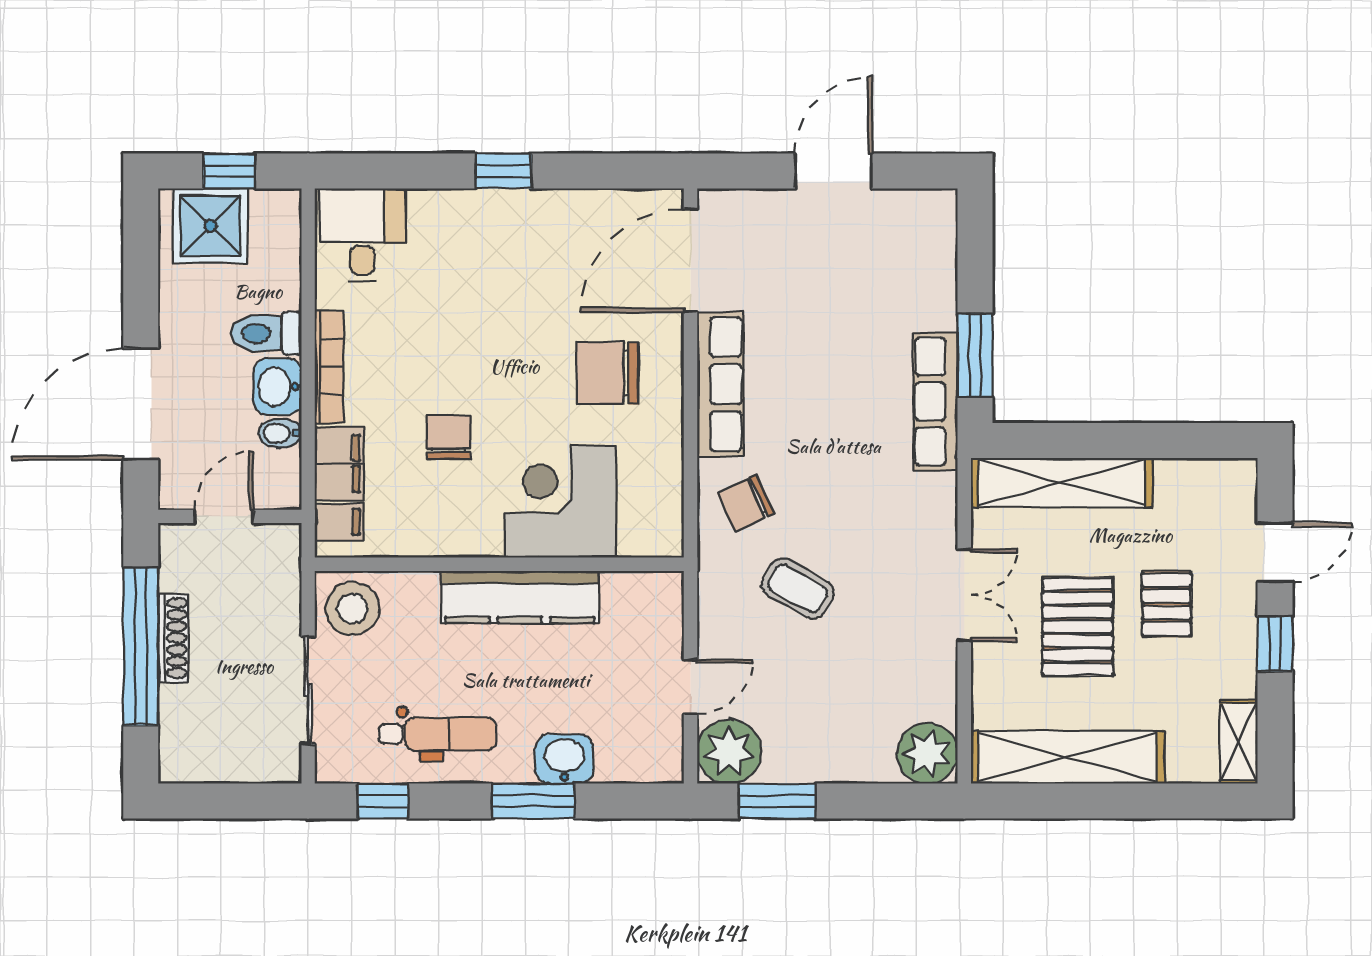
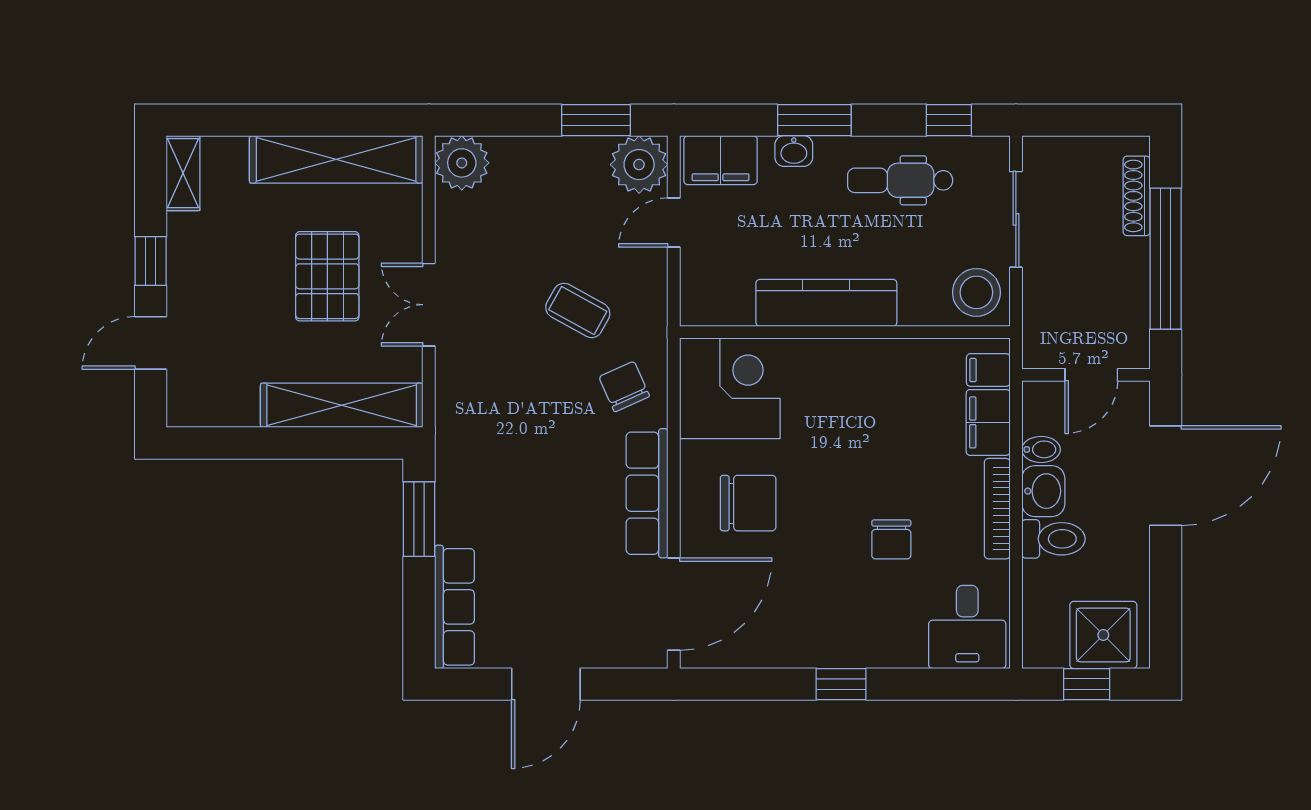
row of seats: (935, 401) -> (454, 607), moved
chair: (448, 437) -> (891, 539), moved
corner desk: (560, 502) -> (730, 388), moved, turned -90
chair: (746, 503) -> (624, 387), turned -89
pallet: (1166, 604) -> (248, 296), removed
shoe rack: (173, 638) -> (1137, 196), moved
filing cabinet: (638, 756) -> (721, 160), added
washbasin: (564, 759) -> (794, 151), width x0.72, depth x0.69

